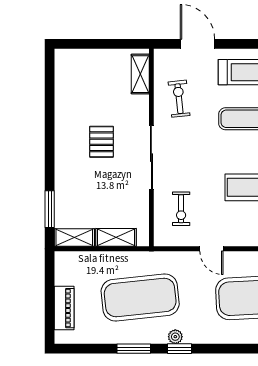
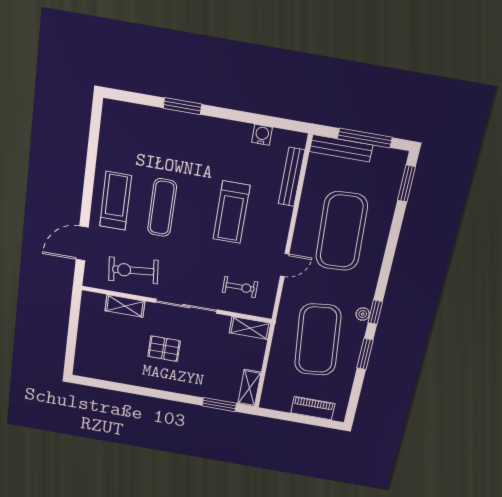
shelving: (140, 74) -> (125, 306), moved
exercise bike: (179, 99) -> (133, 270), width x1.38, depth x1.39
shelving: (116, 237) -> (250, 328), moved, turned 90

